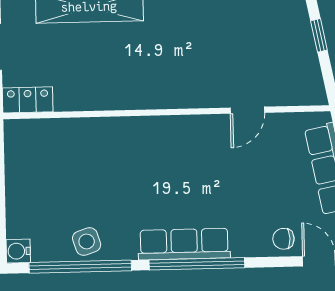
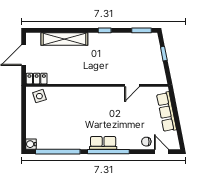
side table: (87, 241) -> (39, 96), moved
row of seats: (184, 244) -> (103, 143), width x0.68

